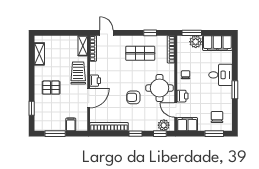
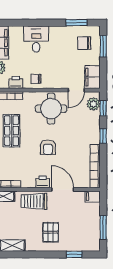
window: (235, 90) -> (76, 23), moved
printer: (183, 96) -> (16, 82), moved
armchair: (133, 97) -> (48, 147), moved
filing cabinet: (71, 124) -> (93, 197), moved

